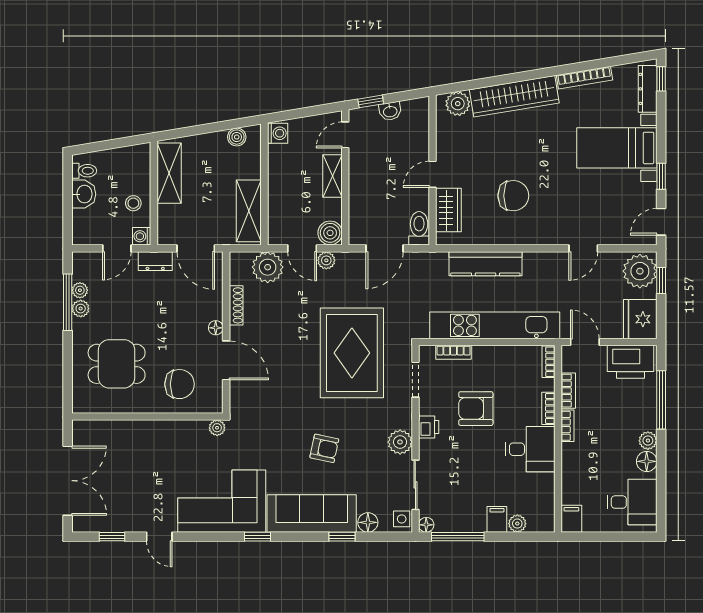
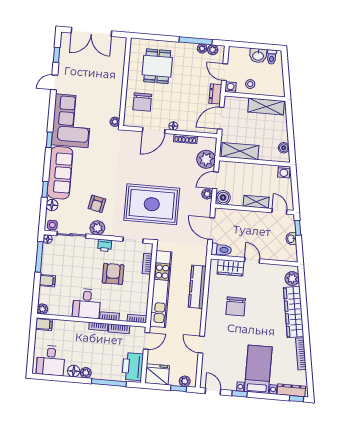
plant: (640, 271) -> (185, 381), width x0.53, depth x0.53
plant: (81, 309) -> (213, 50), moved
armchair: (324, 448) -> (97, 204), moved
plant: (517, 524) -> (42, 309), moved

